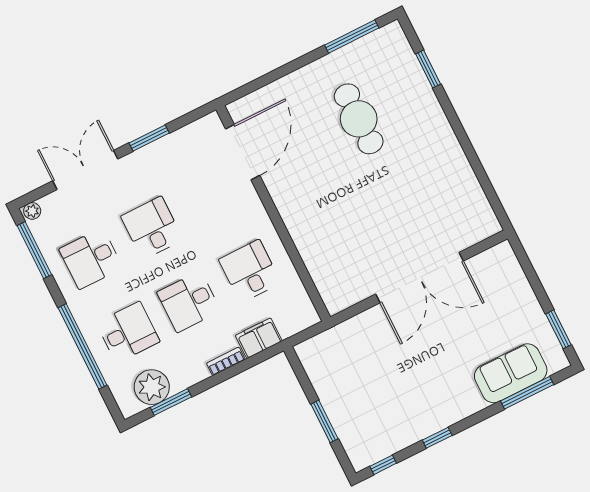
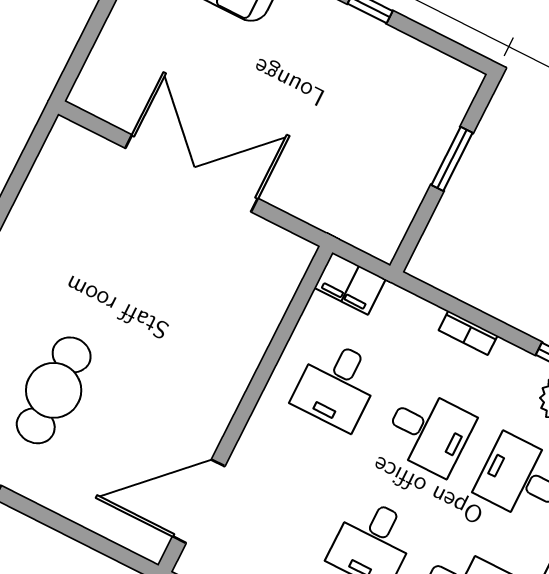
filing cabinet: (259, 338) -> (350, 283), moved
window: (383, 465) -> (452, 49), removed

